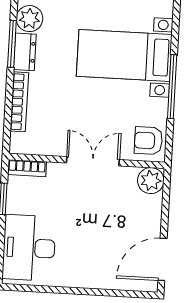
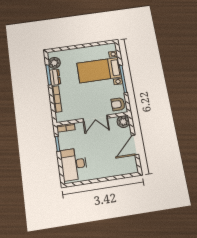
double door: (93, 161) -> (95, 118), swing flipped
door: (162, 259) -> (135, 145), moved

